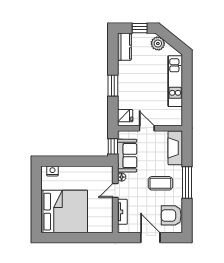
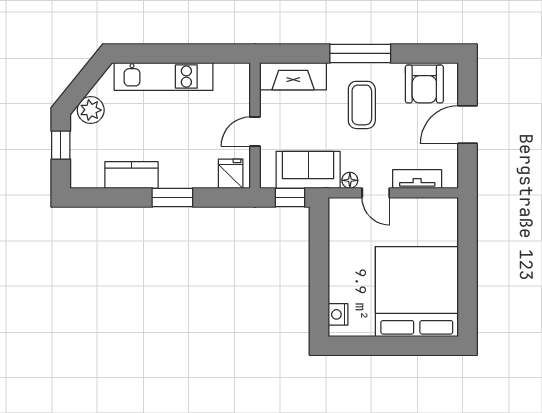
kitchen counter: (124, 47) -> (131, 175), moved

